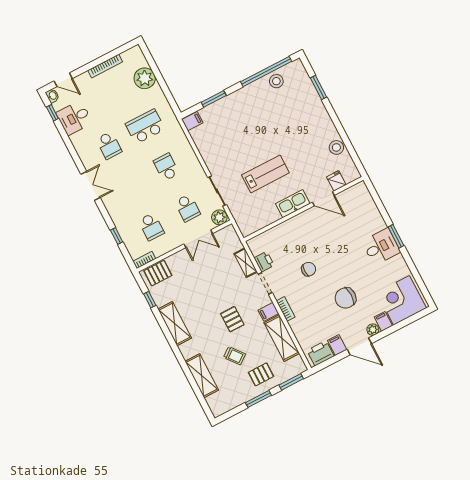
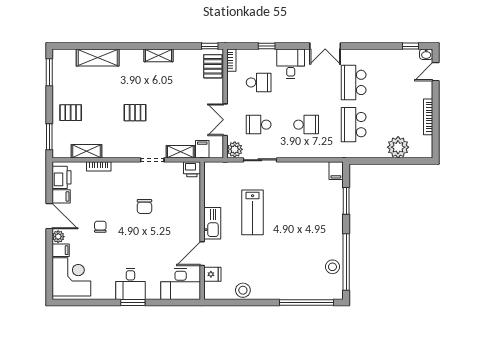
window: (318, 87) -> (307, 302), width x2.11
desk: (74, 118) -> (291, 64), moved
school desk: (145, 127) -> (354, 125), turned 180
school desk: (109, 145) -> (354, 82), width x1.85
desk: (359, 204) -> (181, 284), added
school desk: (151, 227) -> (259, 82), turned 180
printer: (264, 262) -> (192, 169), moved
chair: (346, 298) -> (100, 227), width x0.54, depth x0.54
window: (150, 300) -> (210, 46), moved
bookcase: (286, 309) -> (99, 166), moved
filing cabinet: (268, 312) -> (202, 149), moved
shelving: (175, 324) -> (159, 55), width x0.67, depth x0.75
shelving: (282, 338) -> (86, 151), width x0.67, depth x0.75
door: (359, 346) -> (49, 216), swing flipped
trolley: (234, 356) -> (100, 97), removed
pallet: (261, 374) -> (71, 113), turned 90
window: (258, 399) -> (49, 72), moved

